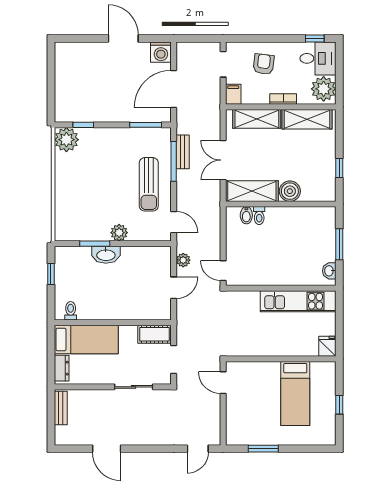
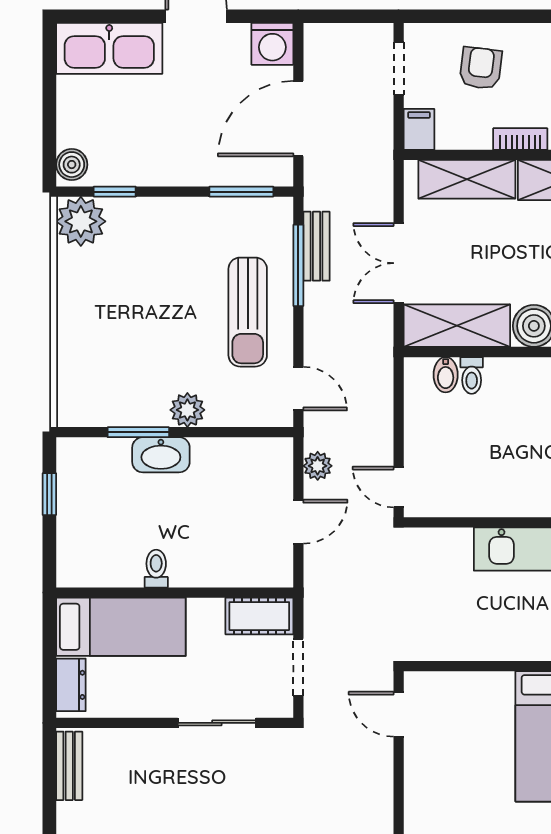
kitchen sink: (80, 54) -> (109, 48), added
boiler: (62, 112) -> (72, 165), added
toilet: (71, 311) -> (156, 569), moved

